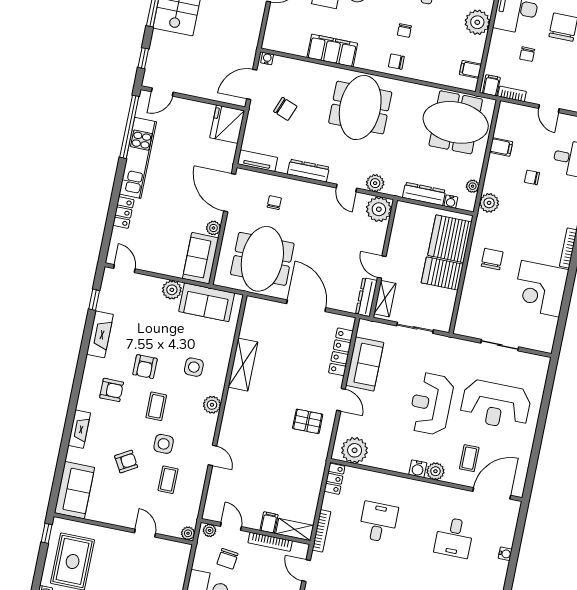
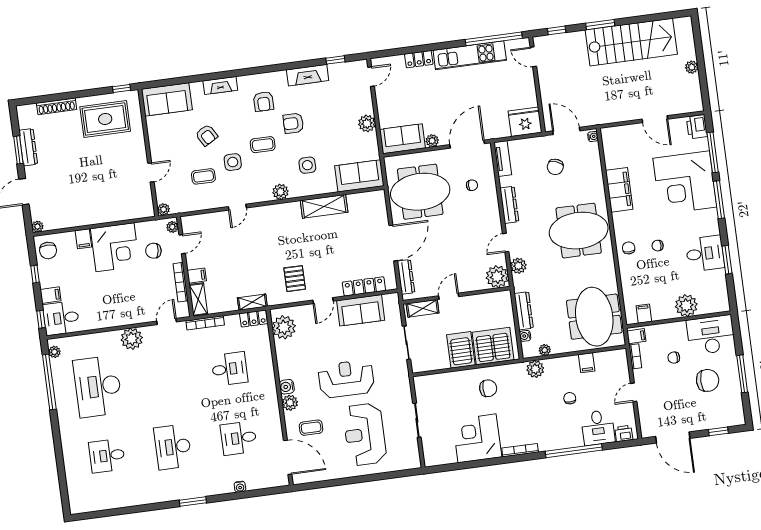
dresser: (366, 297) -> (406, 277), moved, turned 90
sofa: (207, 302) -> (359, 176), moved, turned 90
shelving: (317, 474) -> (252, 302), added

